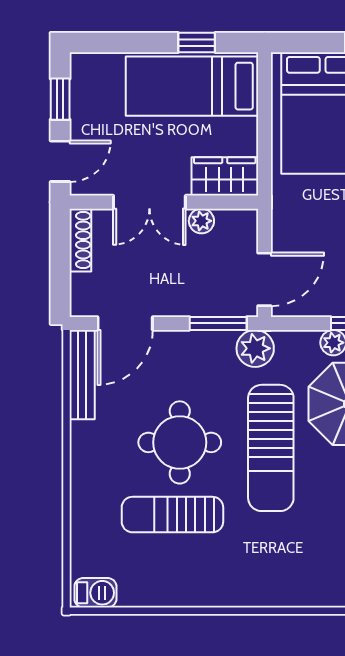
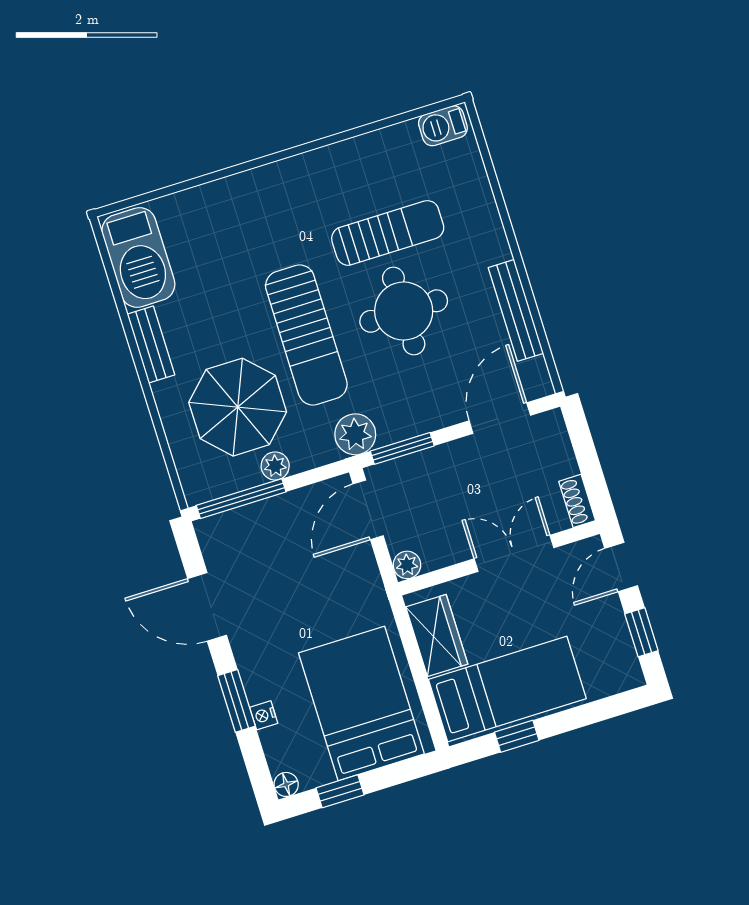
wardrobe: (225, 176) -> (437, 636), moved, turned -90
plant: (201, 221) -> (407, 565), moved
shoe rack: (80, 240) -> (577, 501), width x0.70
bench: (82, 375) -> (516, 310), moved
sun lounger: (271, 448) -> (306, 335), turned 180

